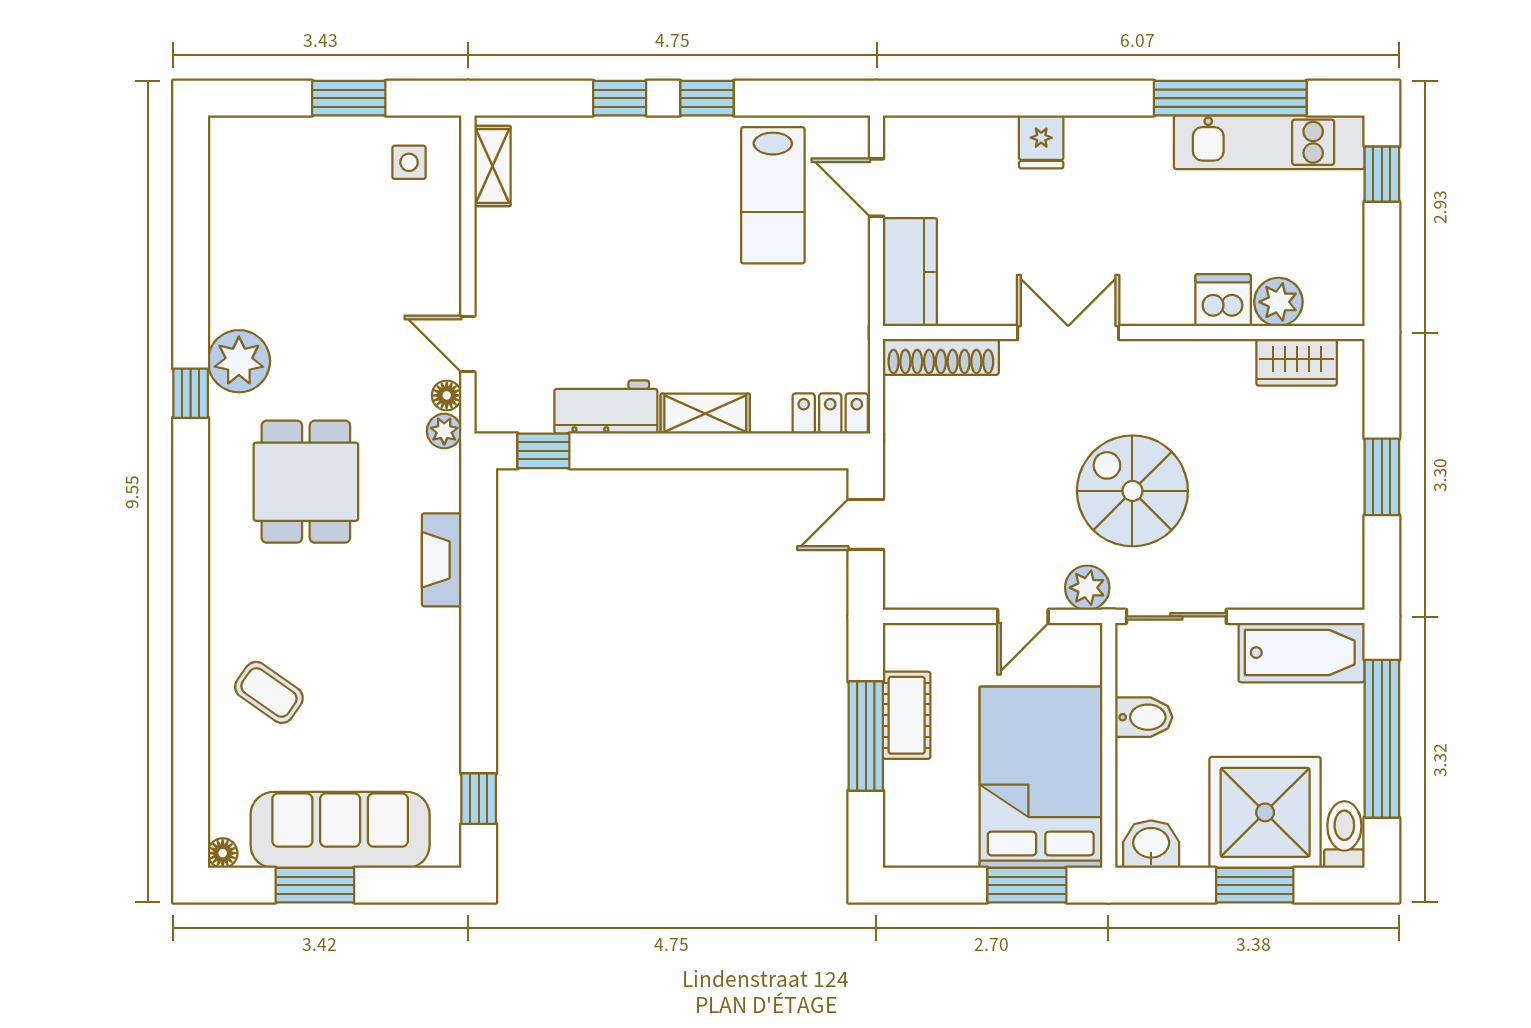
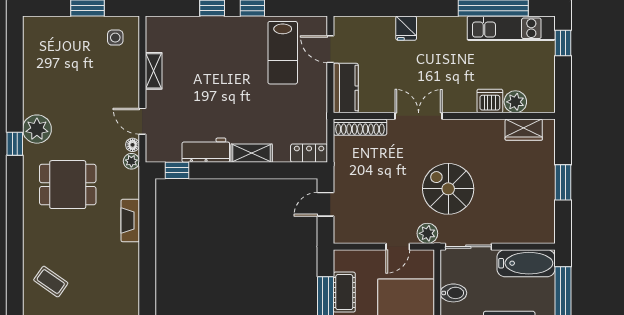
shelving: (492, 166) -> (154, 71), moved
dining table: (306, 482) -> (68, 185), turned 90

